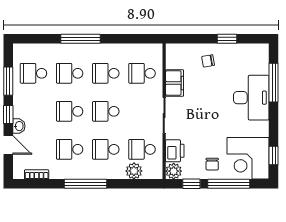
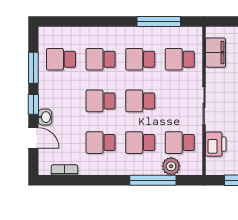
window: (81, 39) -> (159, 21), moved
filing cabinet: (175, 83) -> (216, 53), moved
plant: (174, 171) -> (215, 166), removed
window: (86, 184) -> (153, 180), moved

